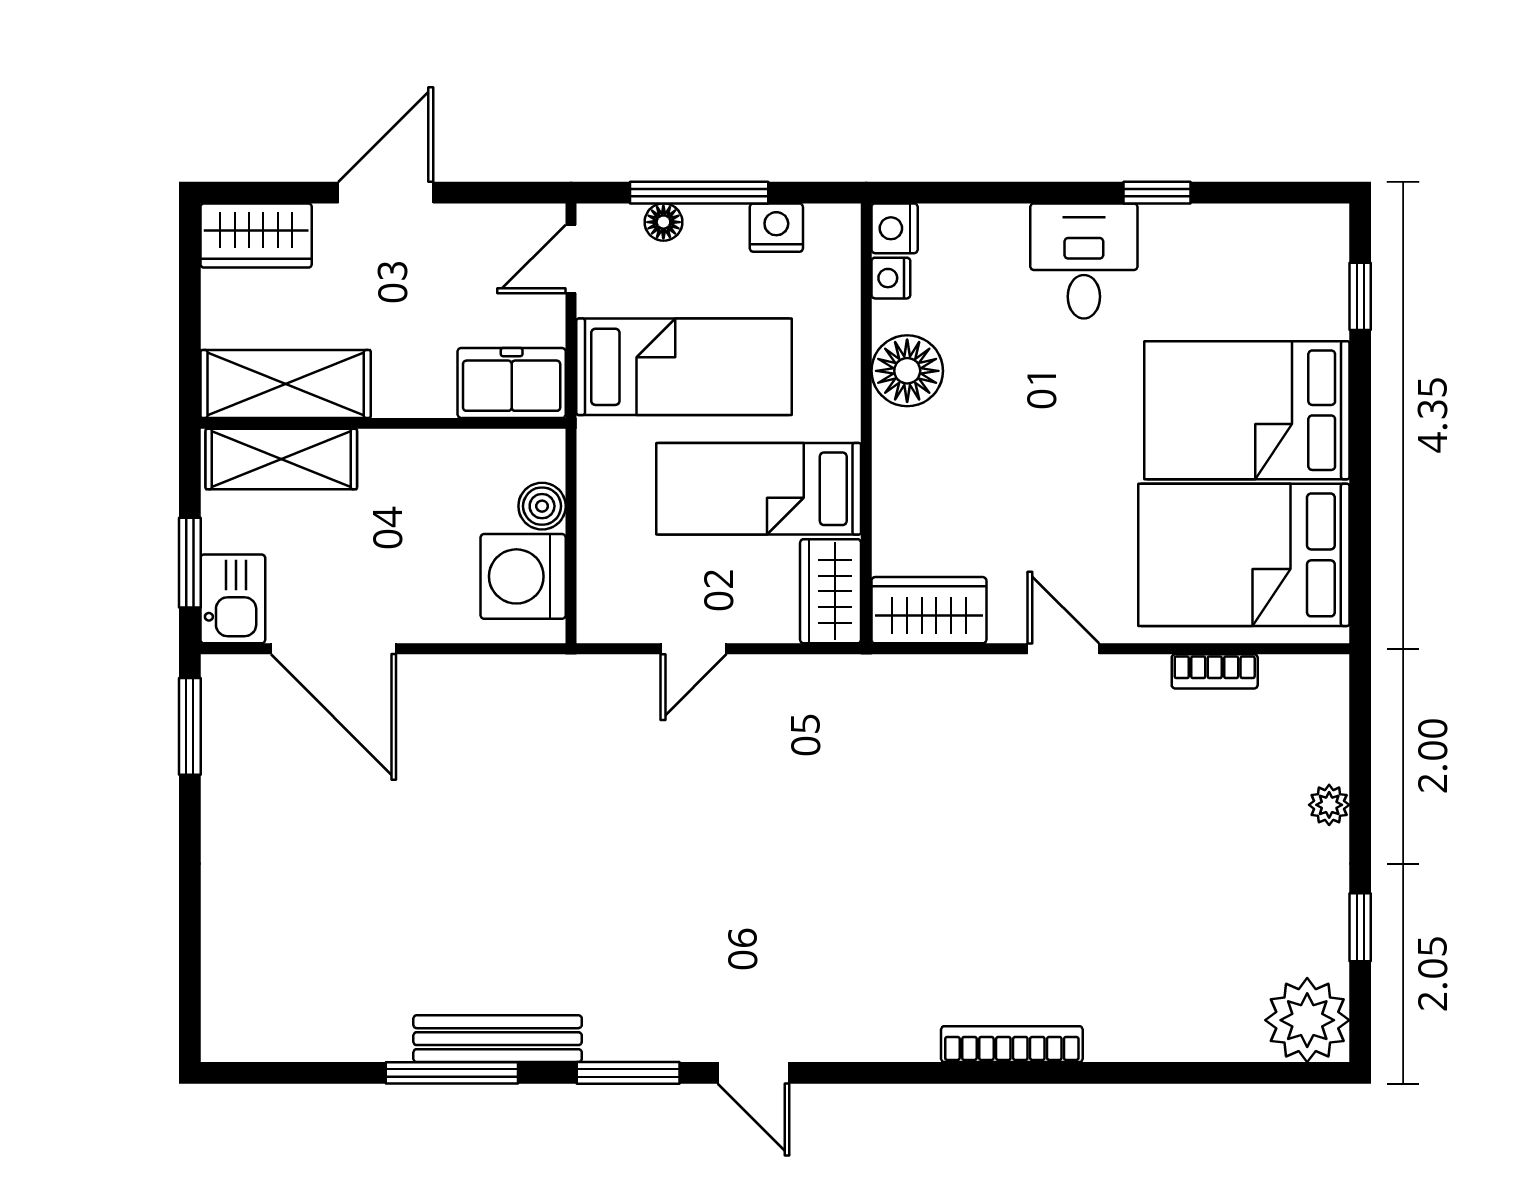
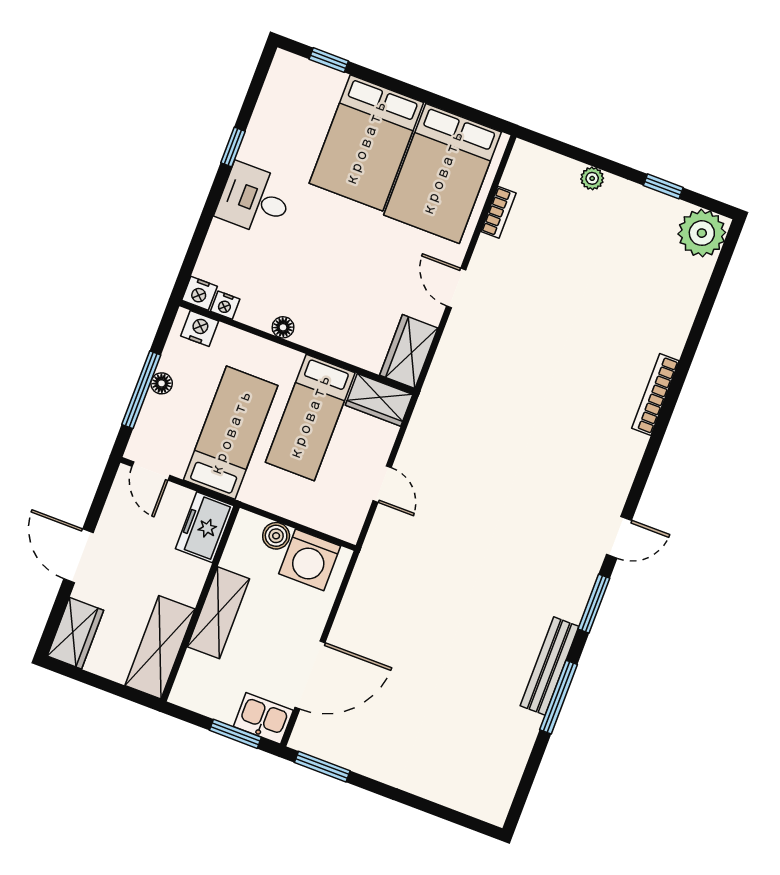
floor lamp: (663, 222) -> (162, 383), moved
nightstand: (776, 228) -> (200, 328), moved, turned 90
floor lamp: (907, 371) -> (283, 327), width x0.53, depth x0.53
shelving: (281, 459) -> (218, 613), moved
door: (1063, 649) -> (456, 288), hinge flipped

